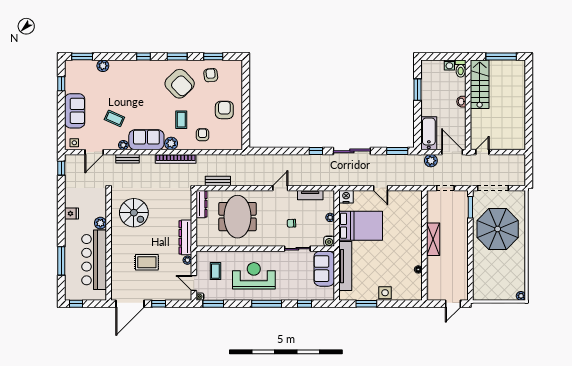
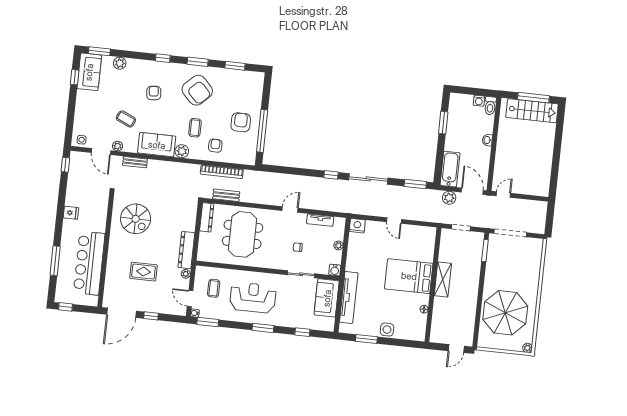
armchair: (211, 75) -> (154, 93), moved
stairs: (480, 84) -> (532, 111), moved, turned 90
sofa: (75, 111) -> (89, 72), moved
window: (246, 116) -> (262, 131), added
plant: (123, 145) -> (118, 146), moved
door: (94, 152) -> (101, 152), hinge flipped
bookcase: (176, 159) -> (222, 172), moved
plant: (100, 223) -> (100, 226), removed
bed: (361, 226) -> (409, 276), moved, turned 180
parasol: (498, 229) -> (505, 313), moved
window: (267, 304) -> (263, 328), width x0.69

